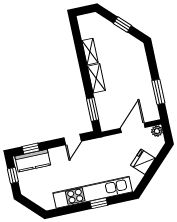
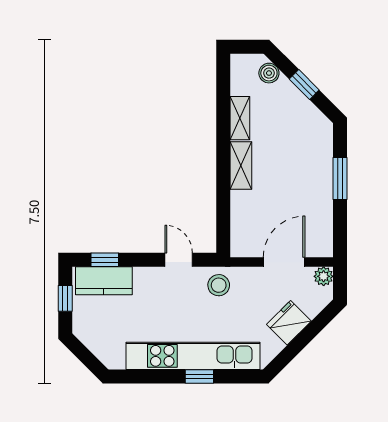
boiler: (101, 22) -> (269, 73), added
window: (158, 92) -> (340, 178), moved
window: (93, 109) -> (223, 216), removed
door: (73, 139) -> (179, 260), swing flipped
stool: (98, 149) -> (219, 285), added

